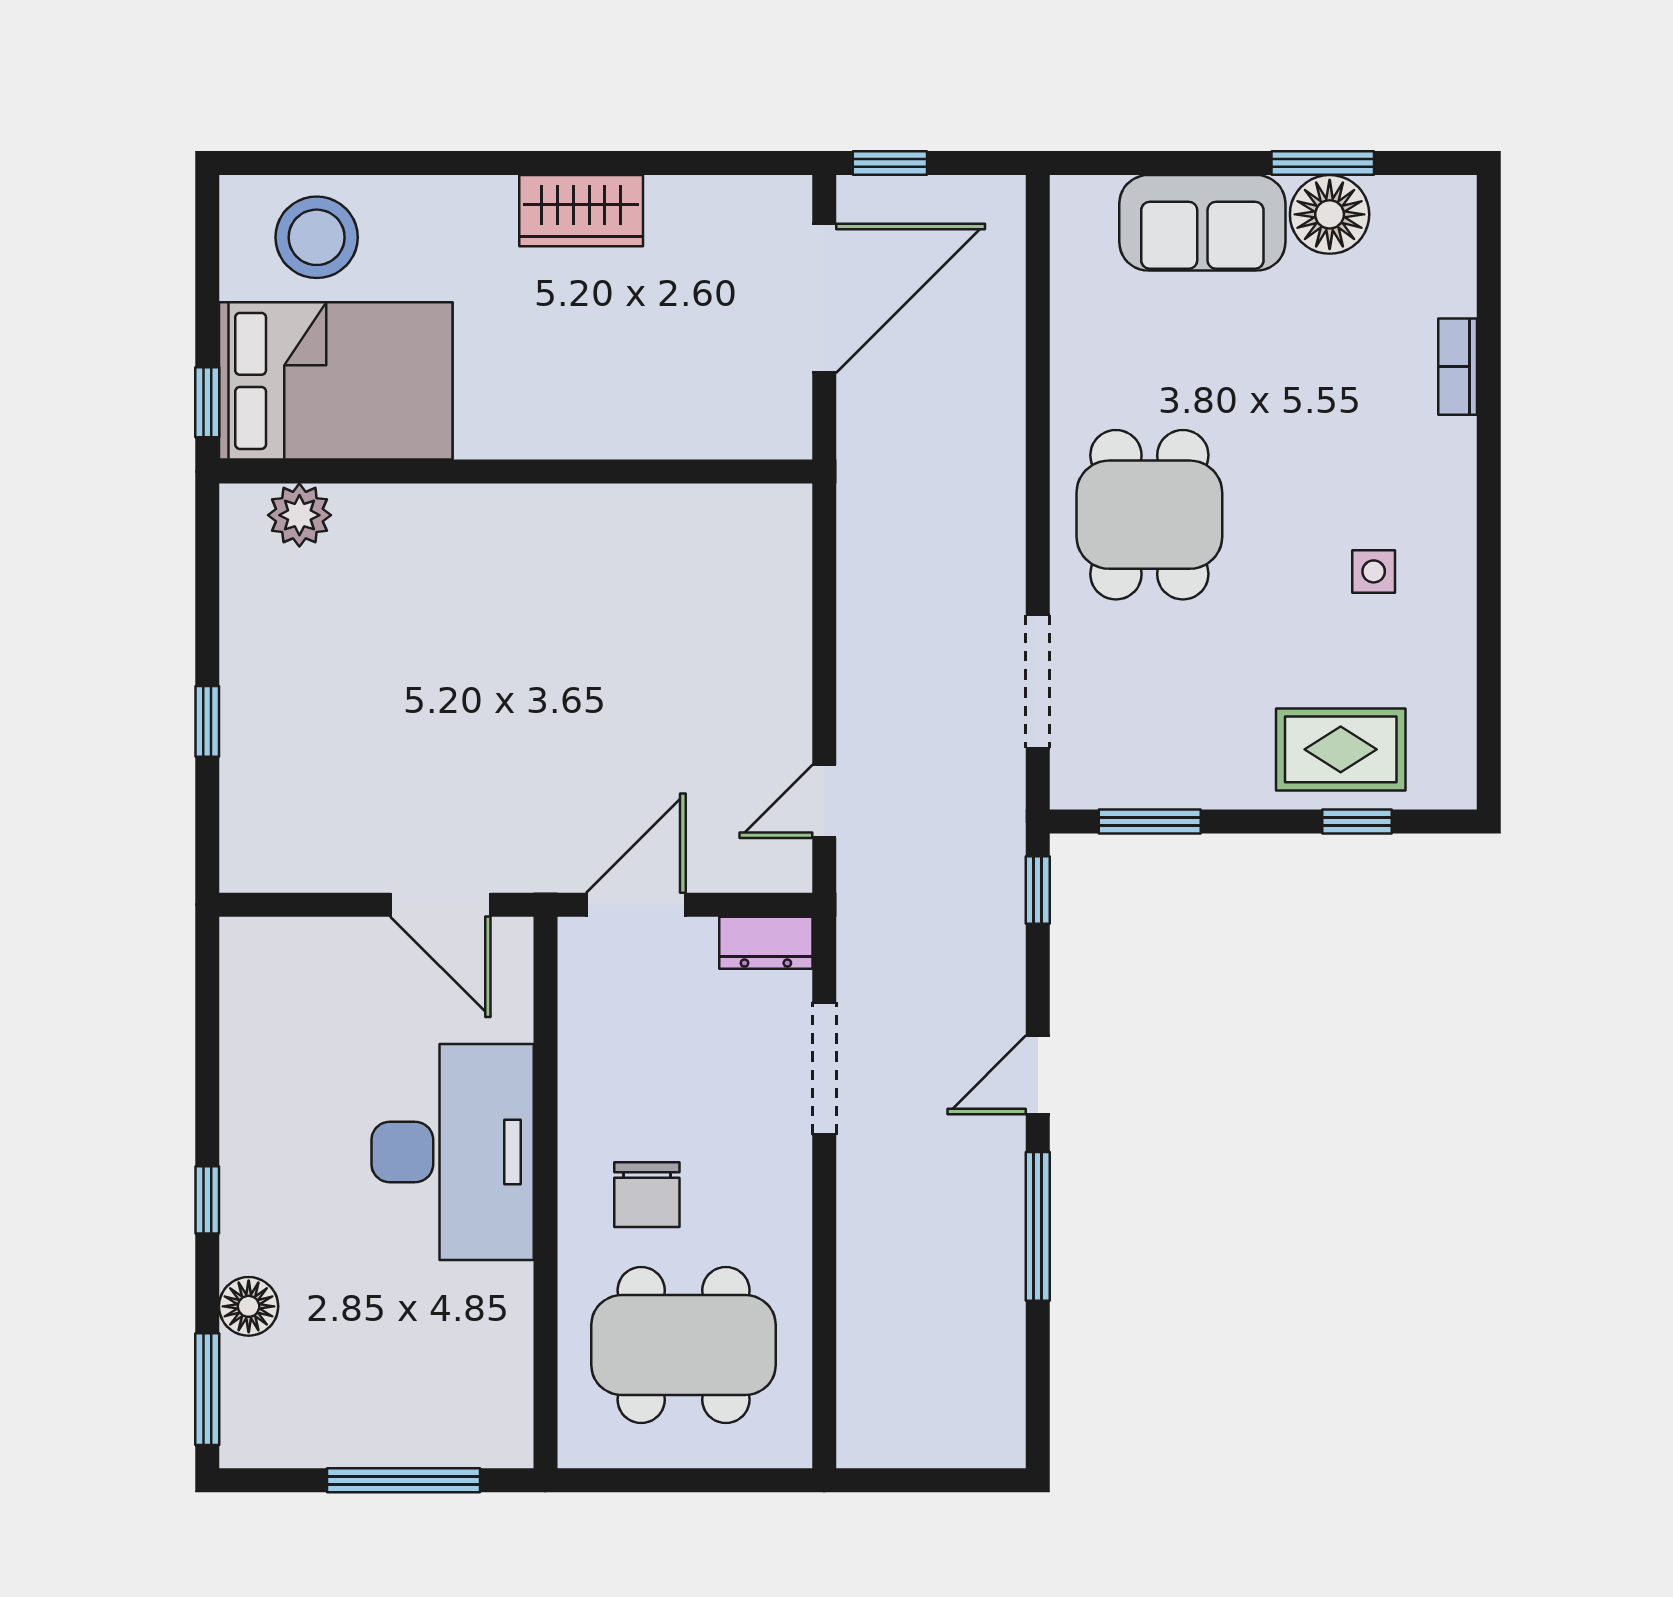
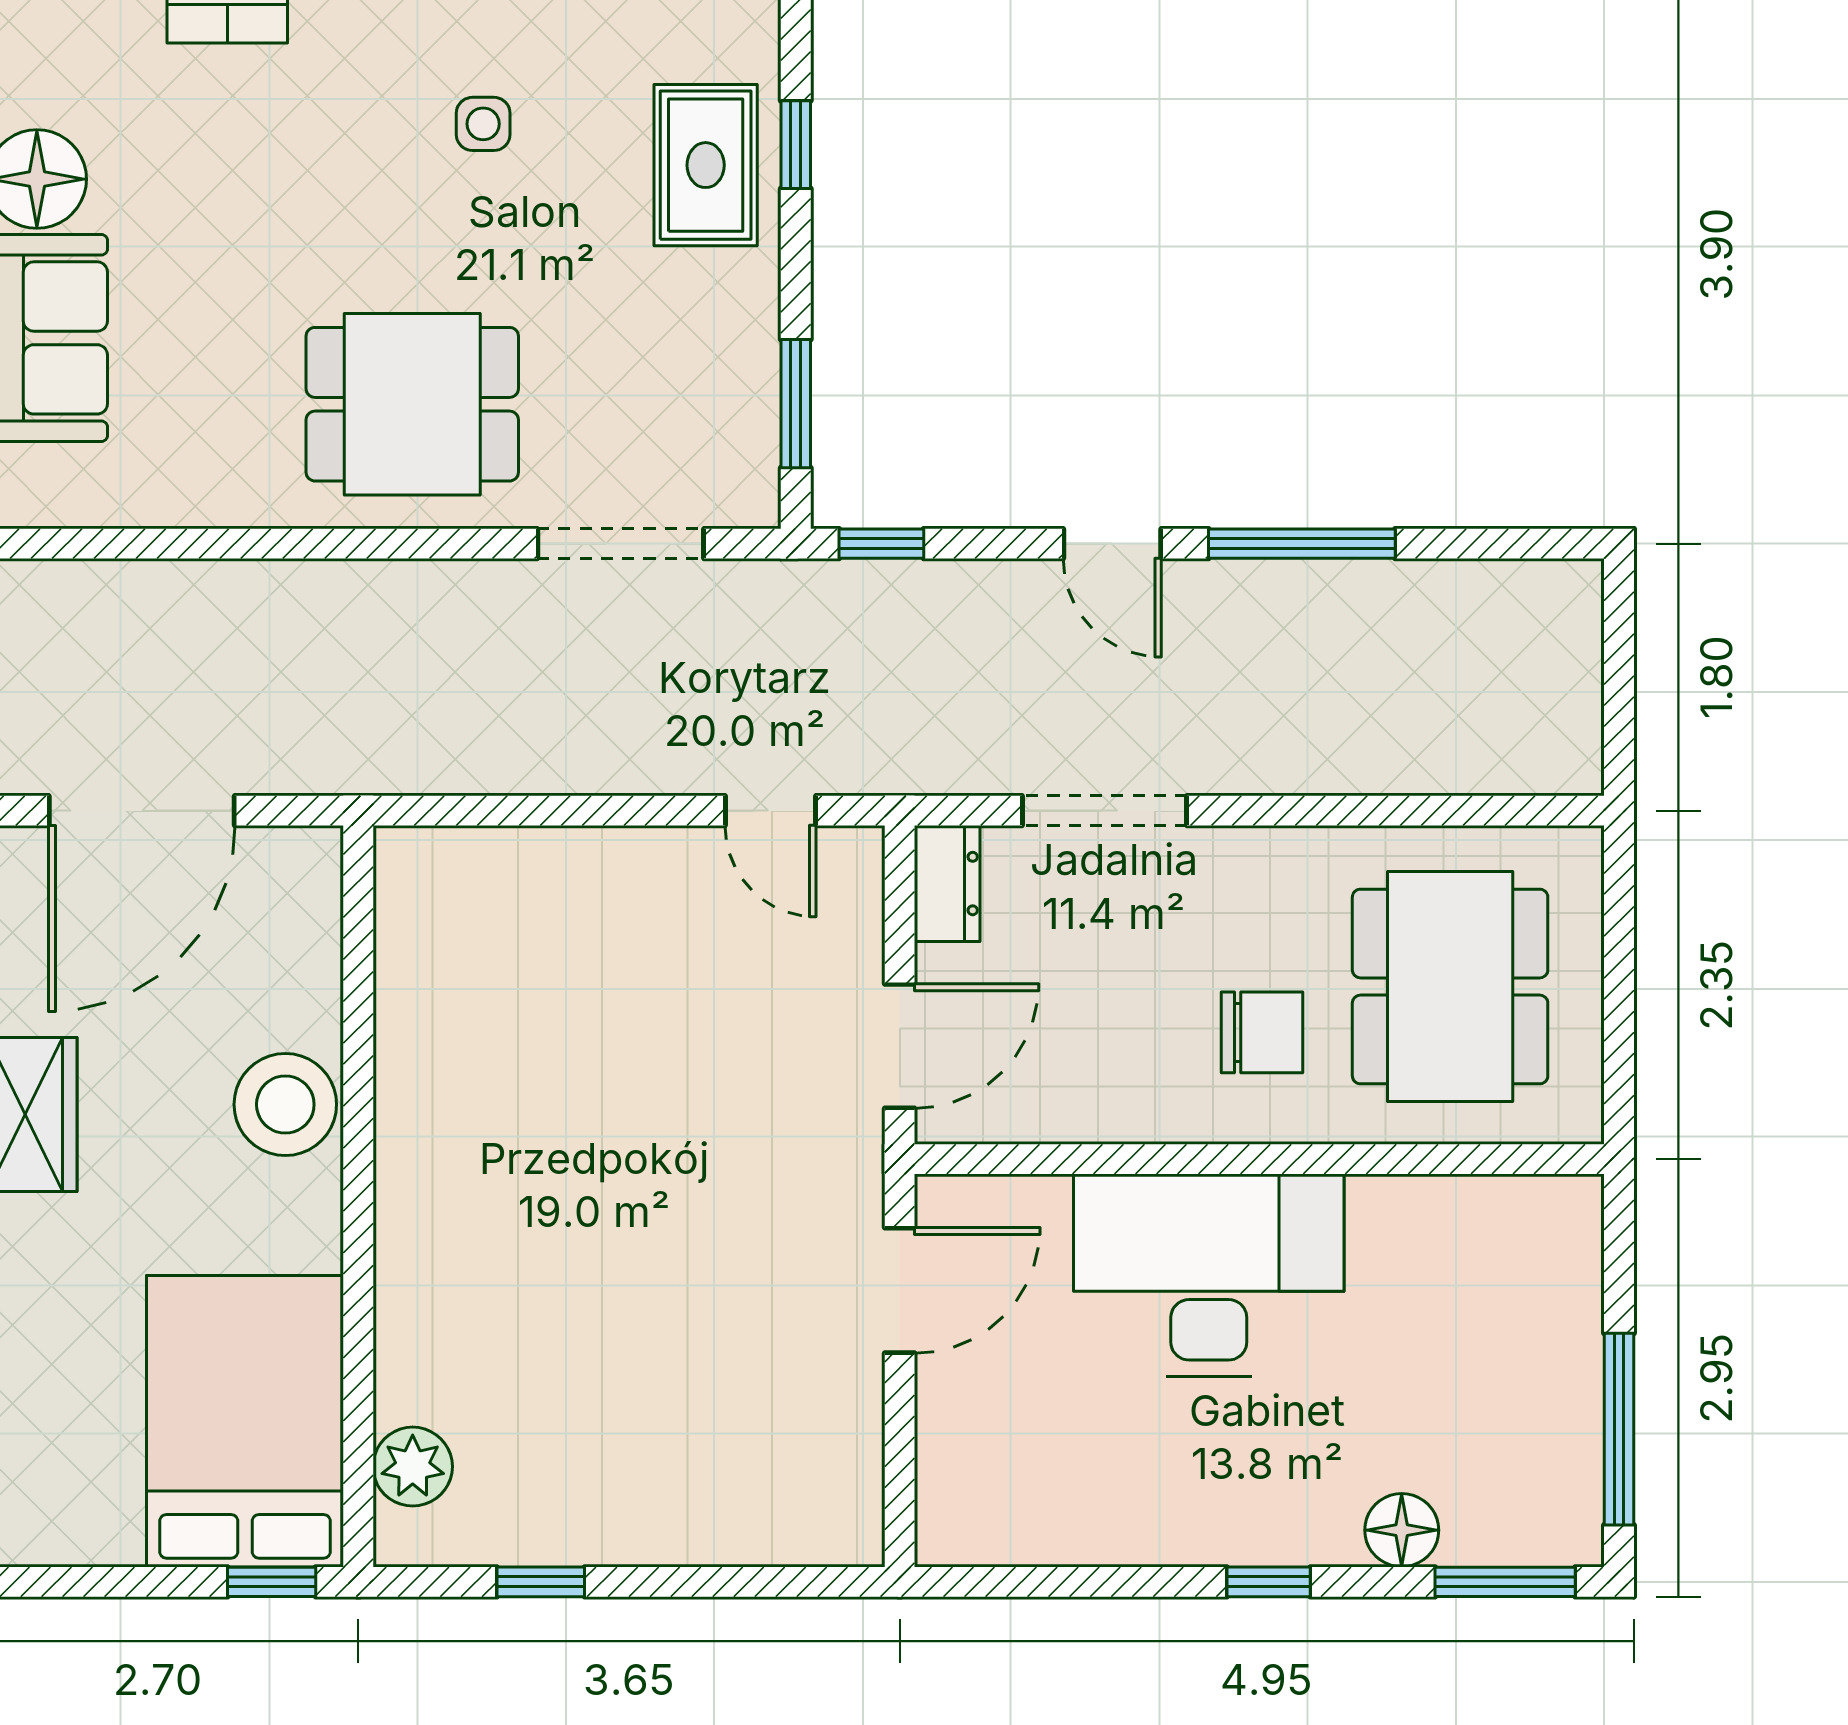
stool: (317, 237) -> (285, 1104), moved
door: (824, 298) -> (142, 811), swing flipped
window: (207, 721) -> (541, 1582), moved
door: (636, 905) -> (900, 1046), swing flipped
window: (404, 1480) -> (1619, 1429), moved

